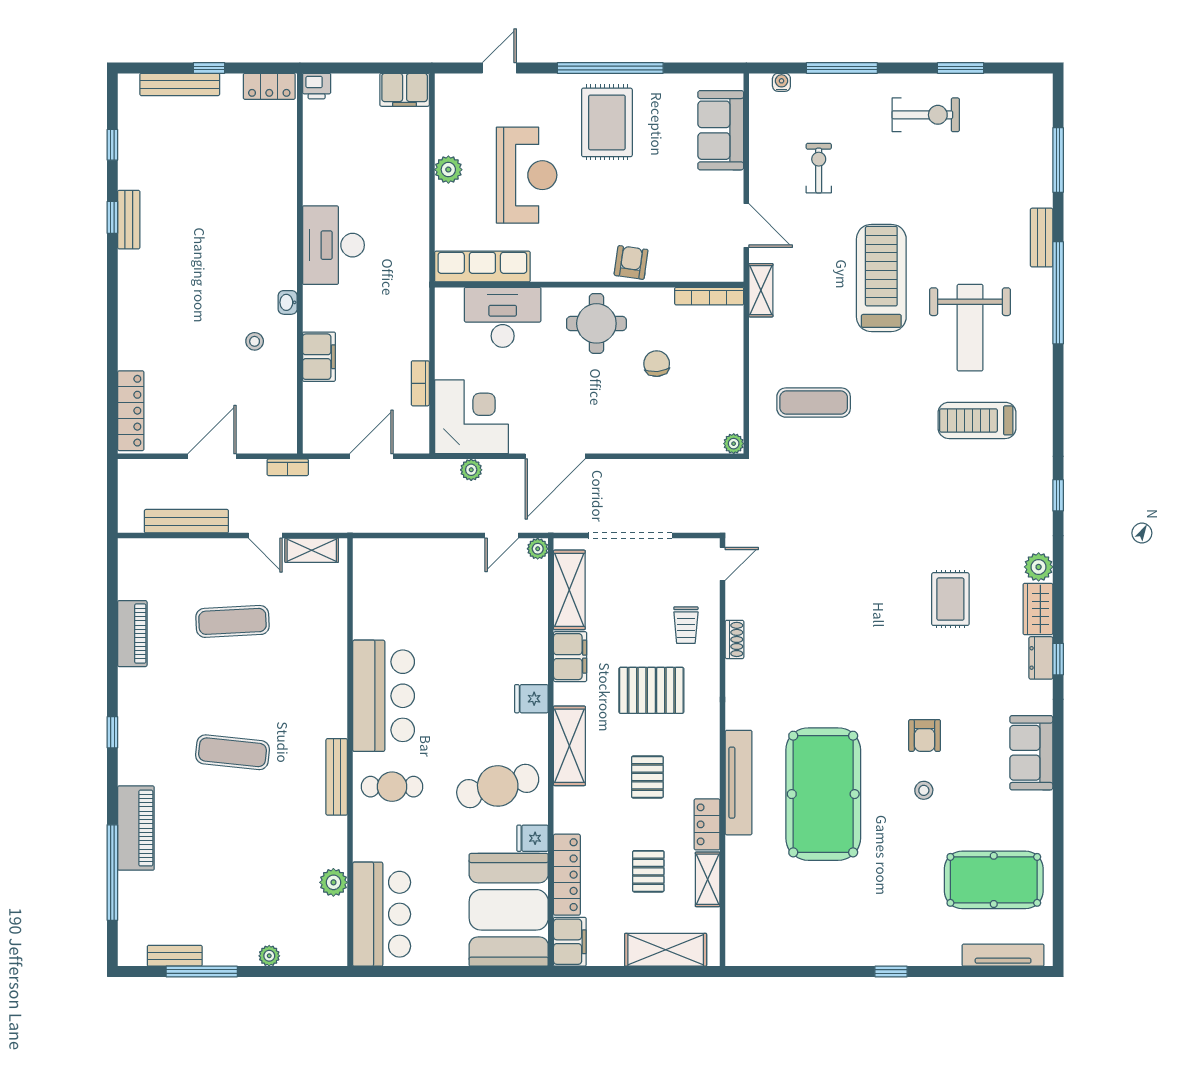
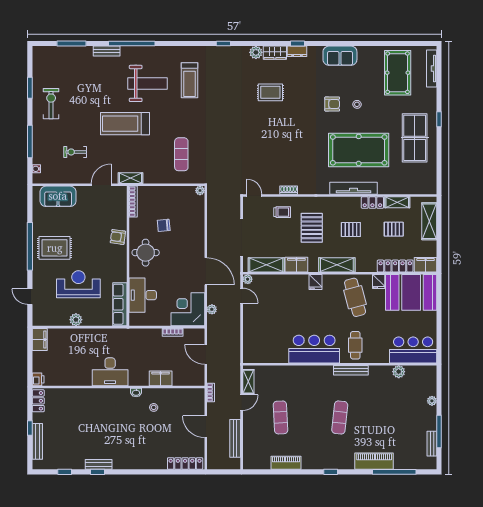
table tennis table: (850, 918) -> (415, 138), added

